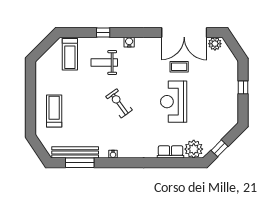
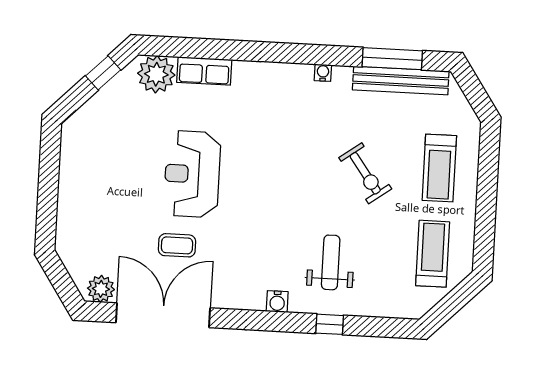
treadmill: (70, 54) -> (433, 254), moved
weight bench: (104, 62) -> (331, 262), turned -90
window: (243, 87) -> (48, 196), removed
reception desk: (174, 102) -> (192, 174), turned 180
exercise bike: (119, 103) -> (365, 173), moved

